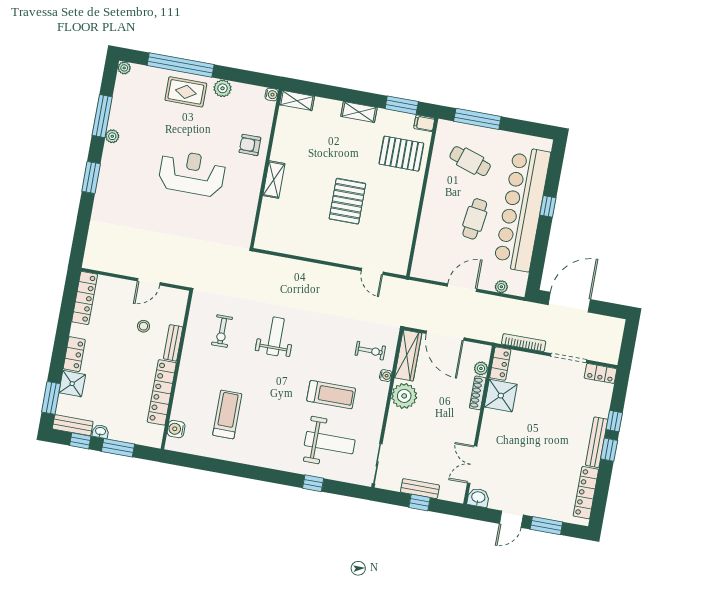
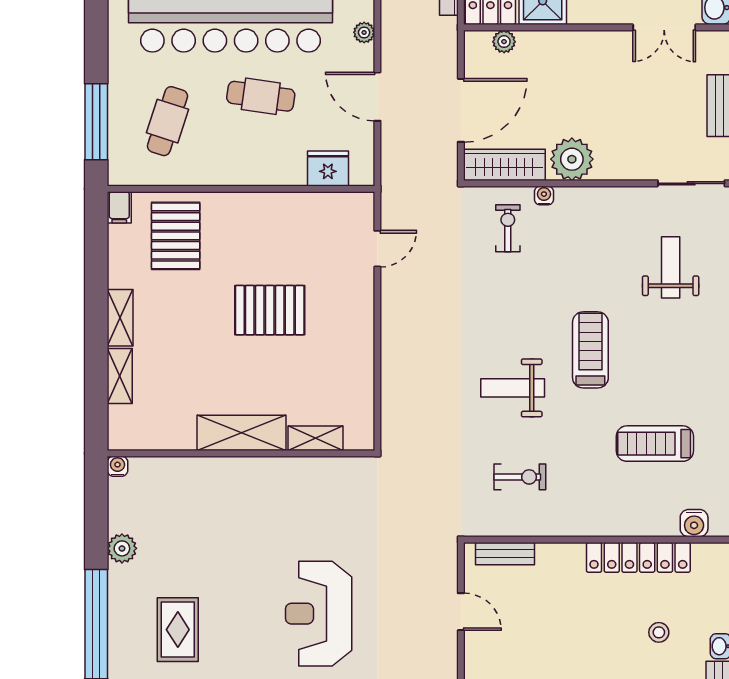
rug: (186, 92) -> (178, 630), moved
shelving: (297, 100) -> (120, 376), moved
window: (402, 105) -> (96, 250), removed
armchair: (250, 145) -> (207, 487), removed
reception desk: (192, 173) -> (319, 614), moved
shelving: (274, 180) -> (241, 433), width x1.50, depth x1.33
shelving: (267, 214) -> (315, 438), added
fridge: (425, 251) -> (328, 169), added
stool: (144, 326) -> (659, 632), moved
bench: (173, 343) -> (505, 554), moved
shoe rack: (478, 393) -> (545, 40), removed
treadmill: (331, 395) -> (590, 350), moved
weight bench: (330, 443) -> (671, 267), width x0.73, depth x0.75

